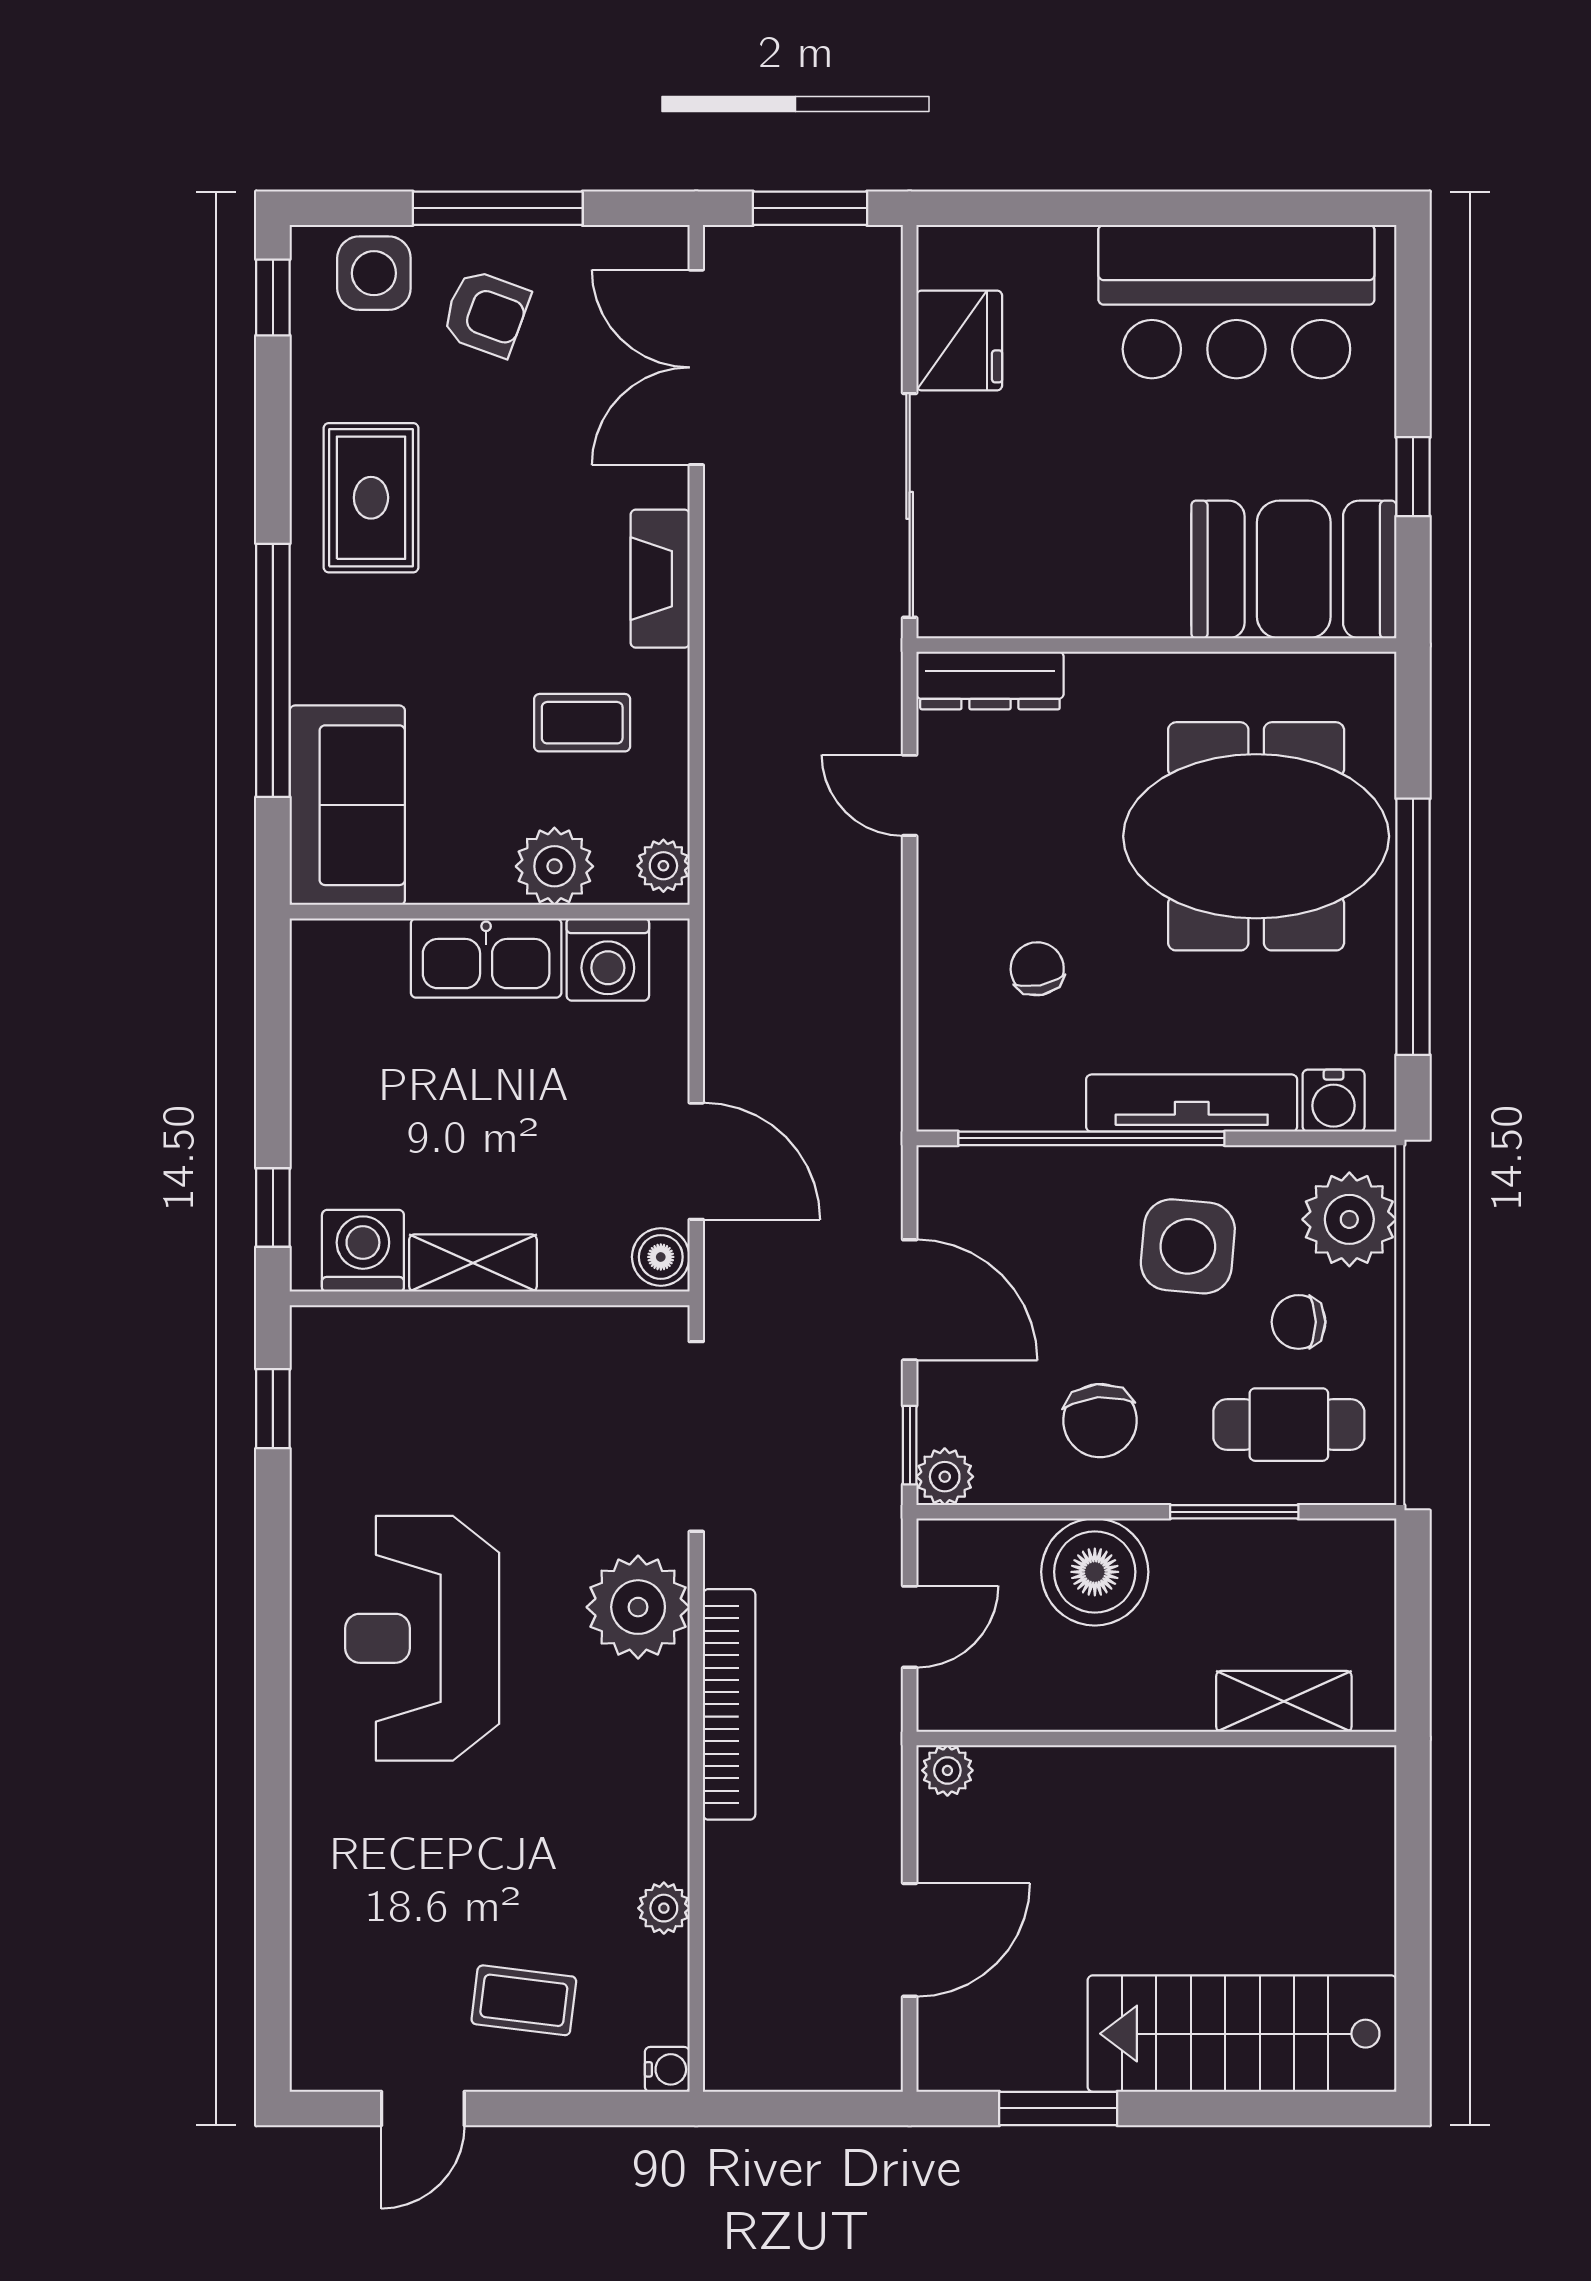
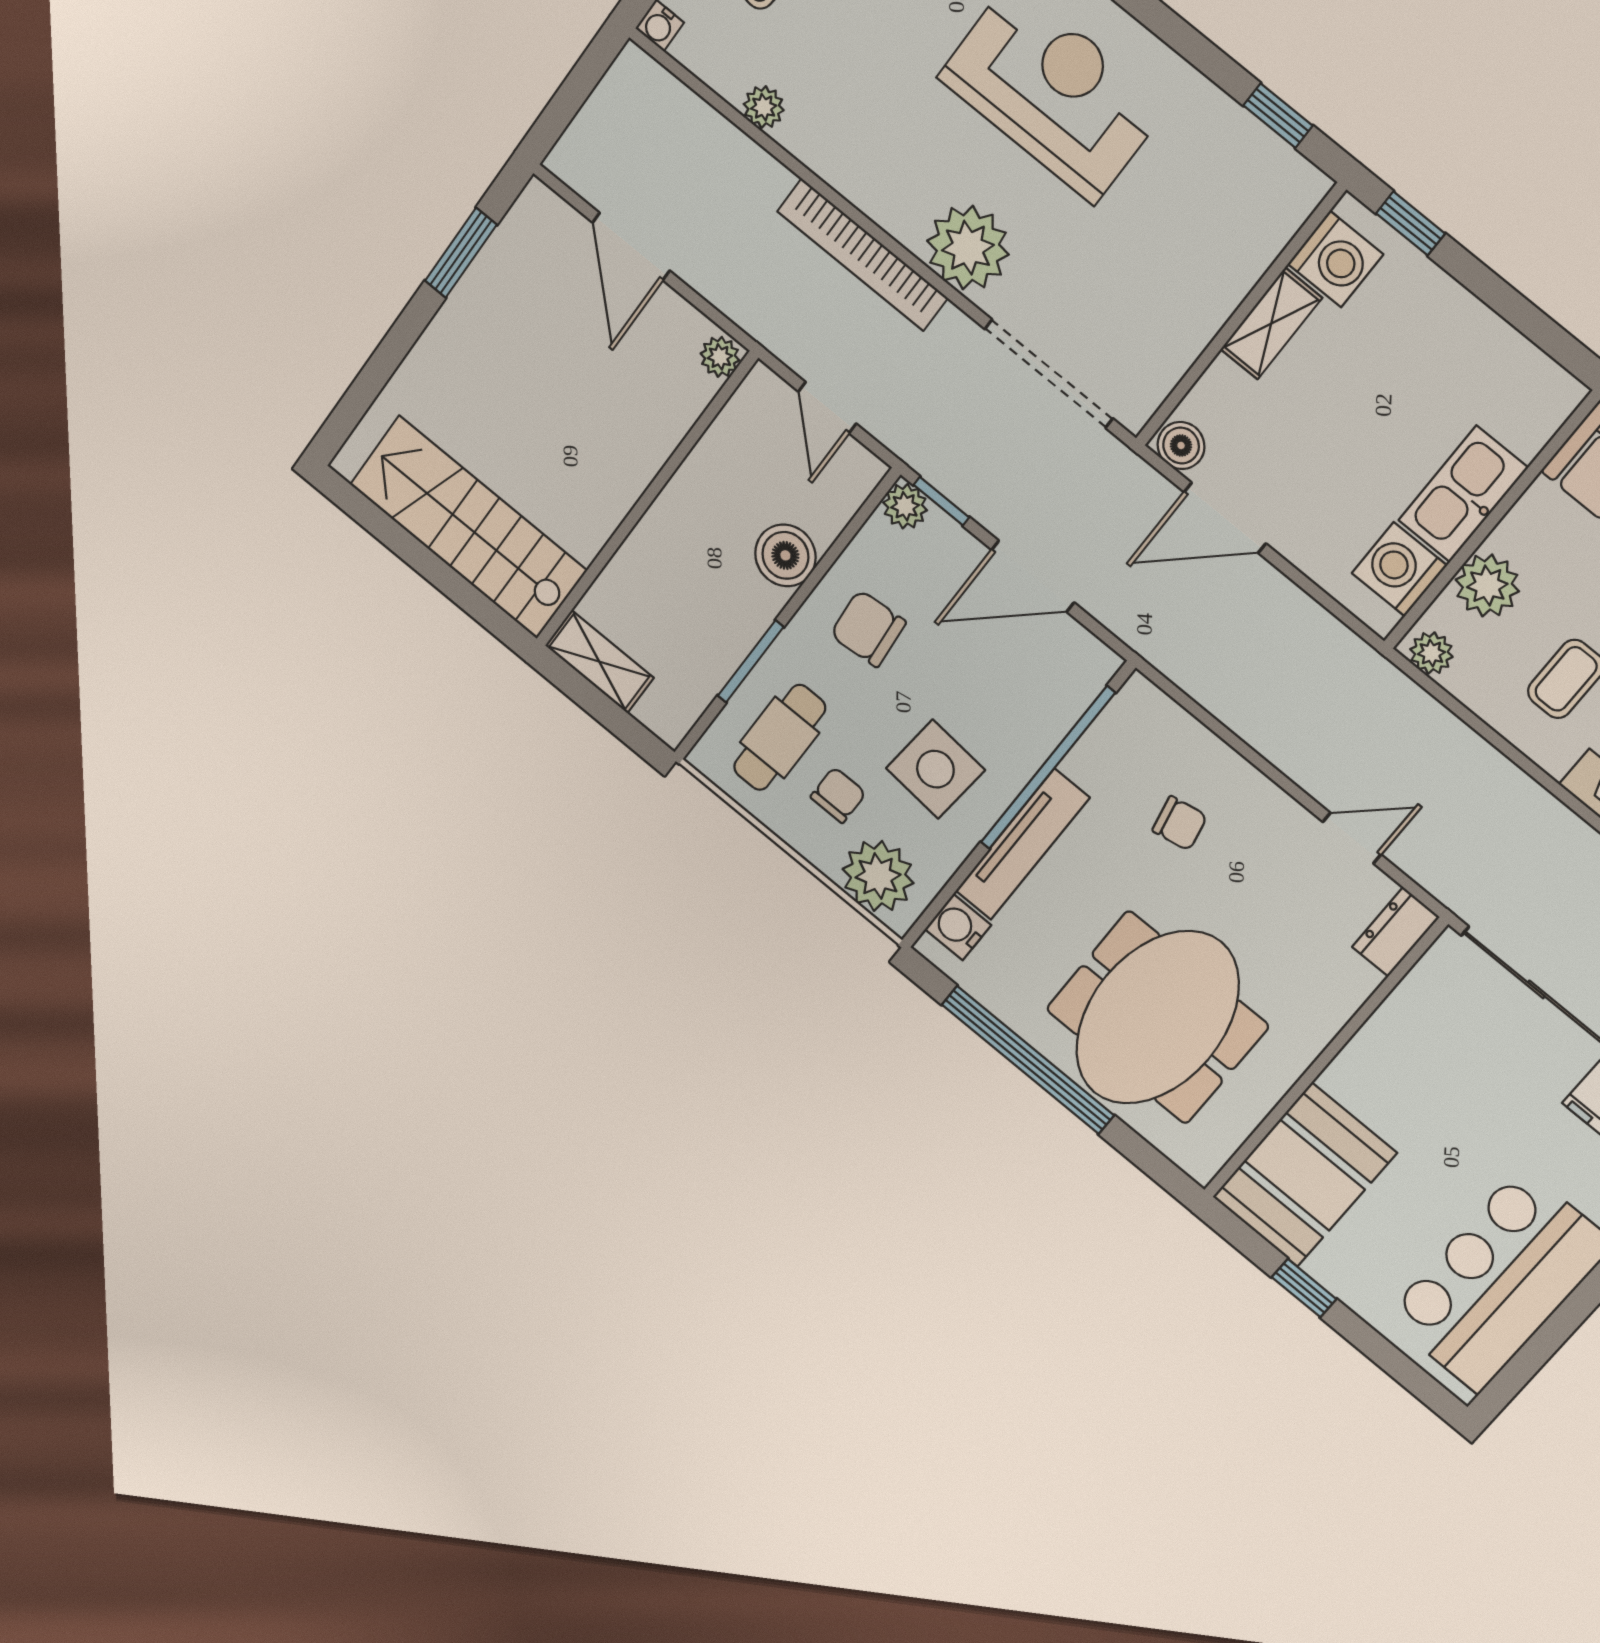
dresser: (990, 680) -> (1396, 932), width x0.70
boiler: (1095, 1572) -> (785, 555), width x0.73, depth x0.73
shelving: (1284, 1701) -> (599, 662), moved, turned 90
stairs: (1242, 2034) -> (468, 527), moved, turned -90

